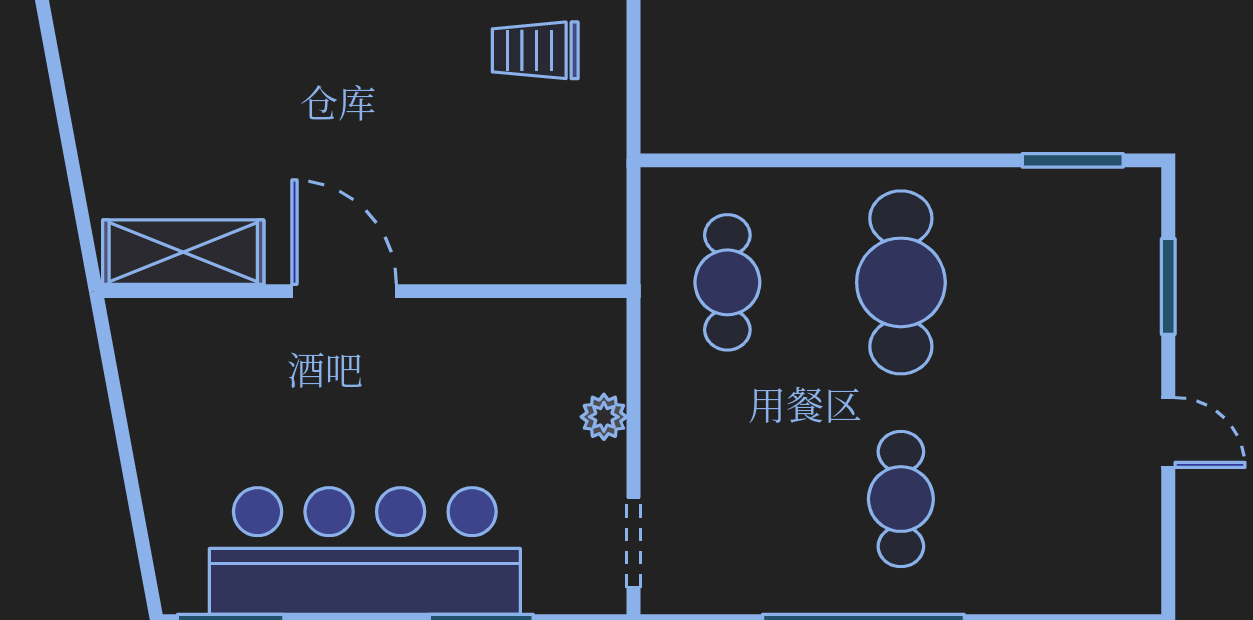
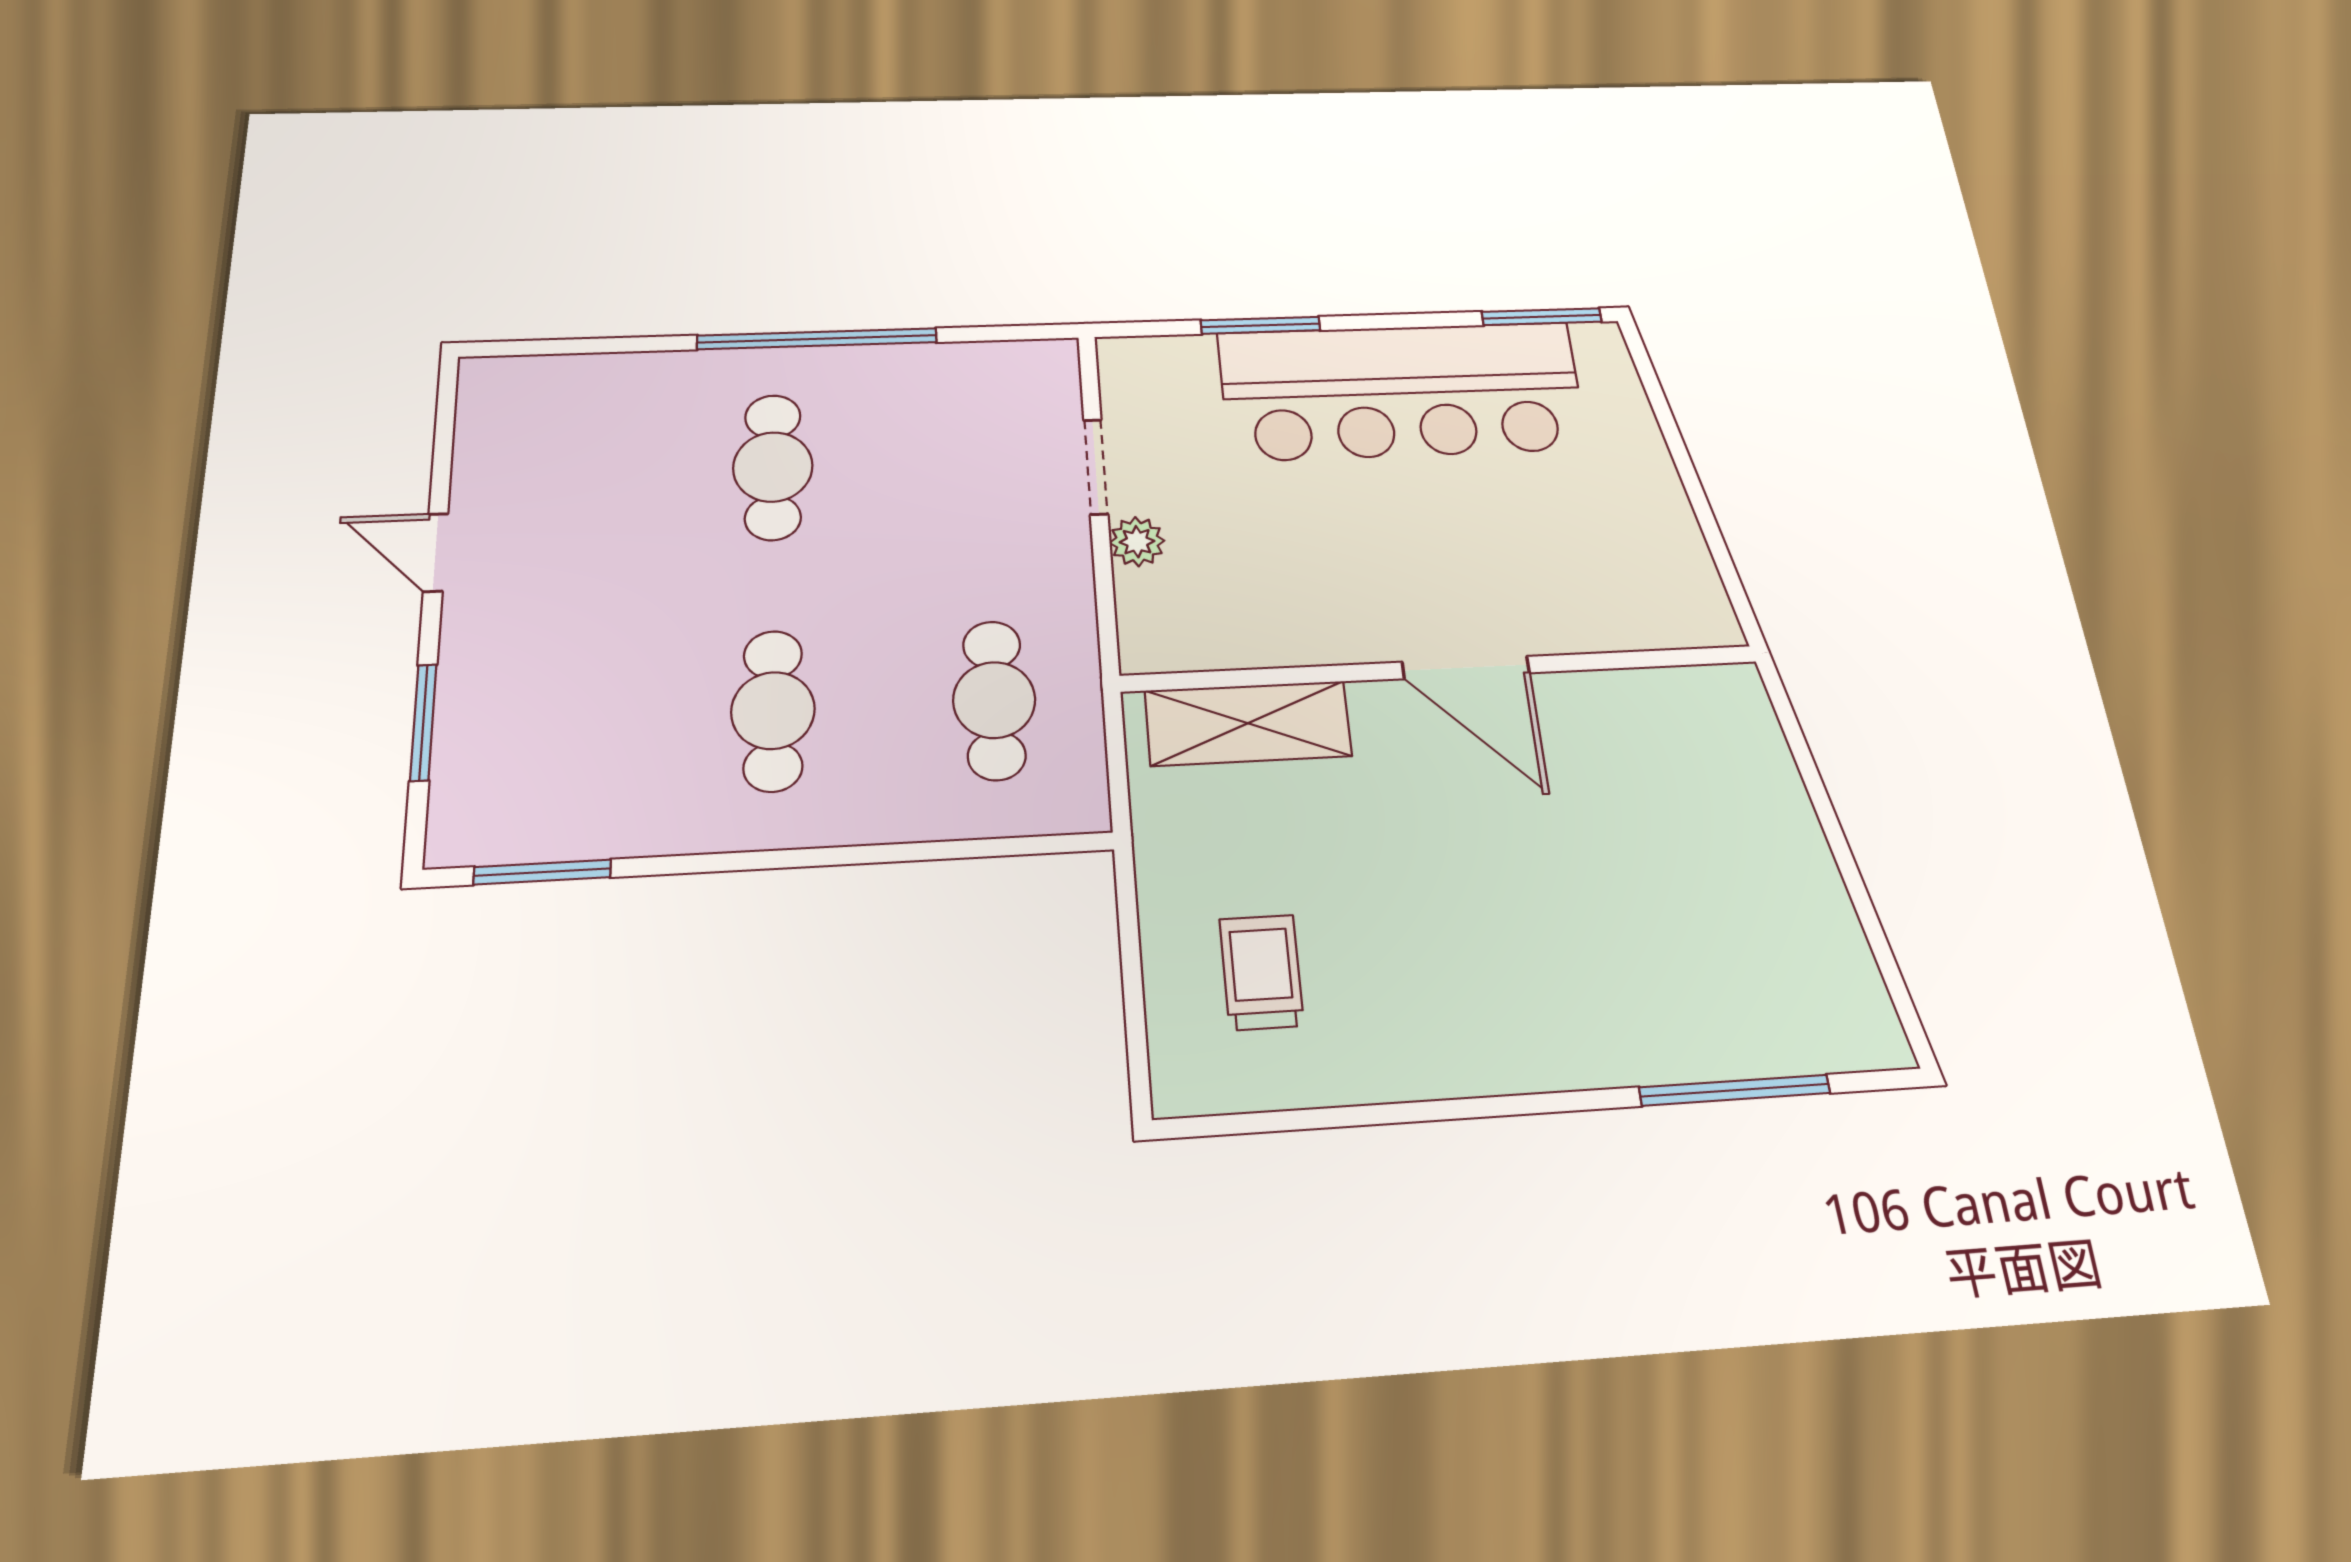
trolley: (535, 50) -> (1262, 972), turned -90
shelving: (183, 252) -> (1248, 723), moved
cafe table: (901, 282) -> (773, 711), width x0.73, depth x0.74
doorway: (634, 543) -> (1096, 467), moved

